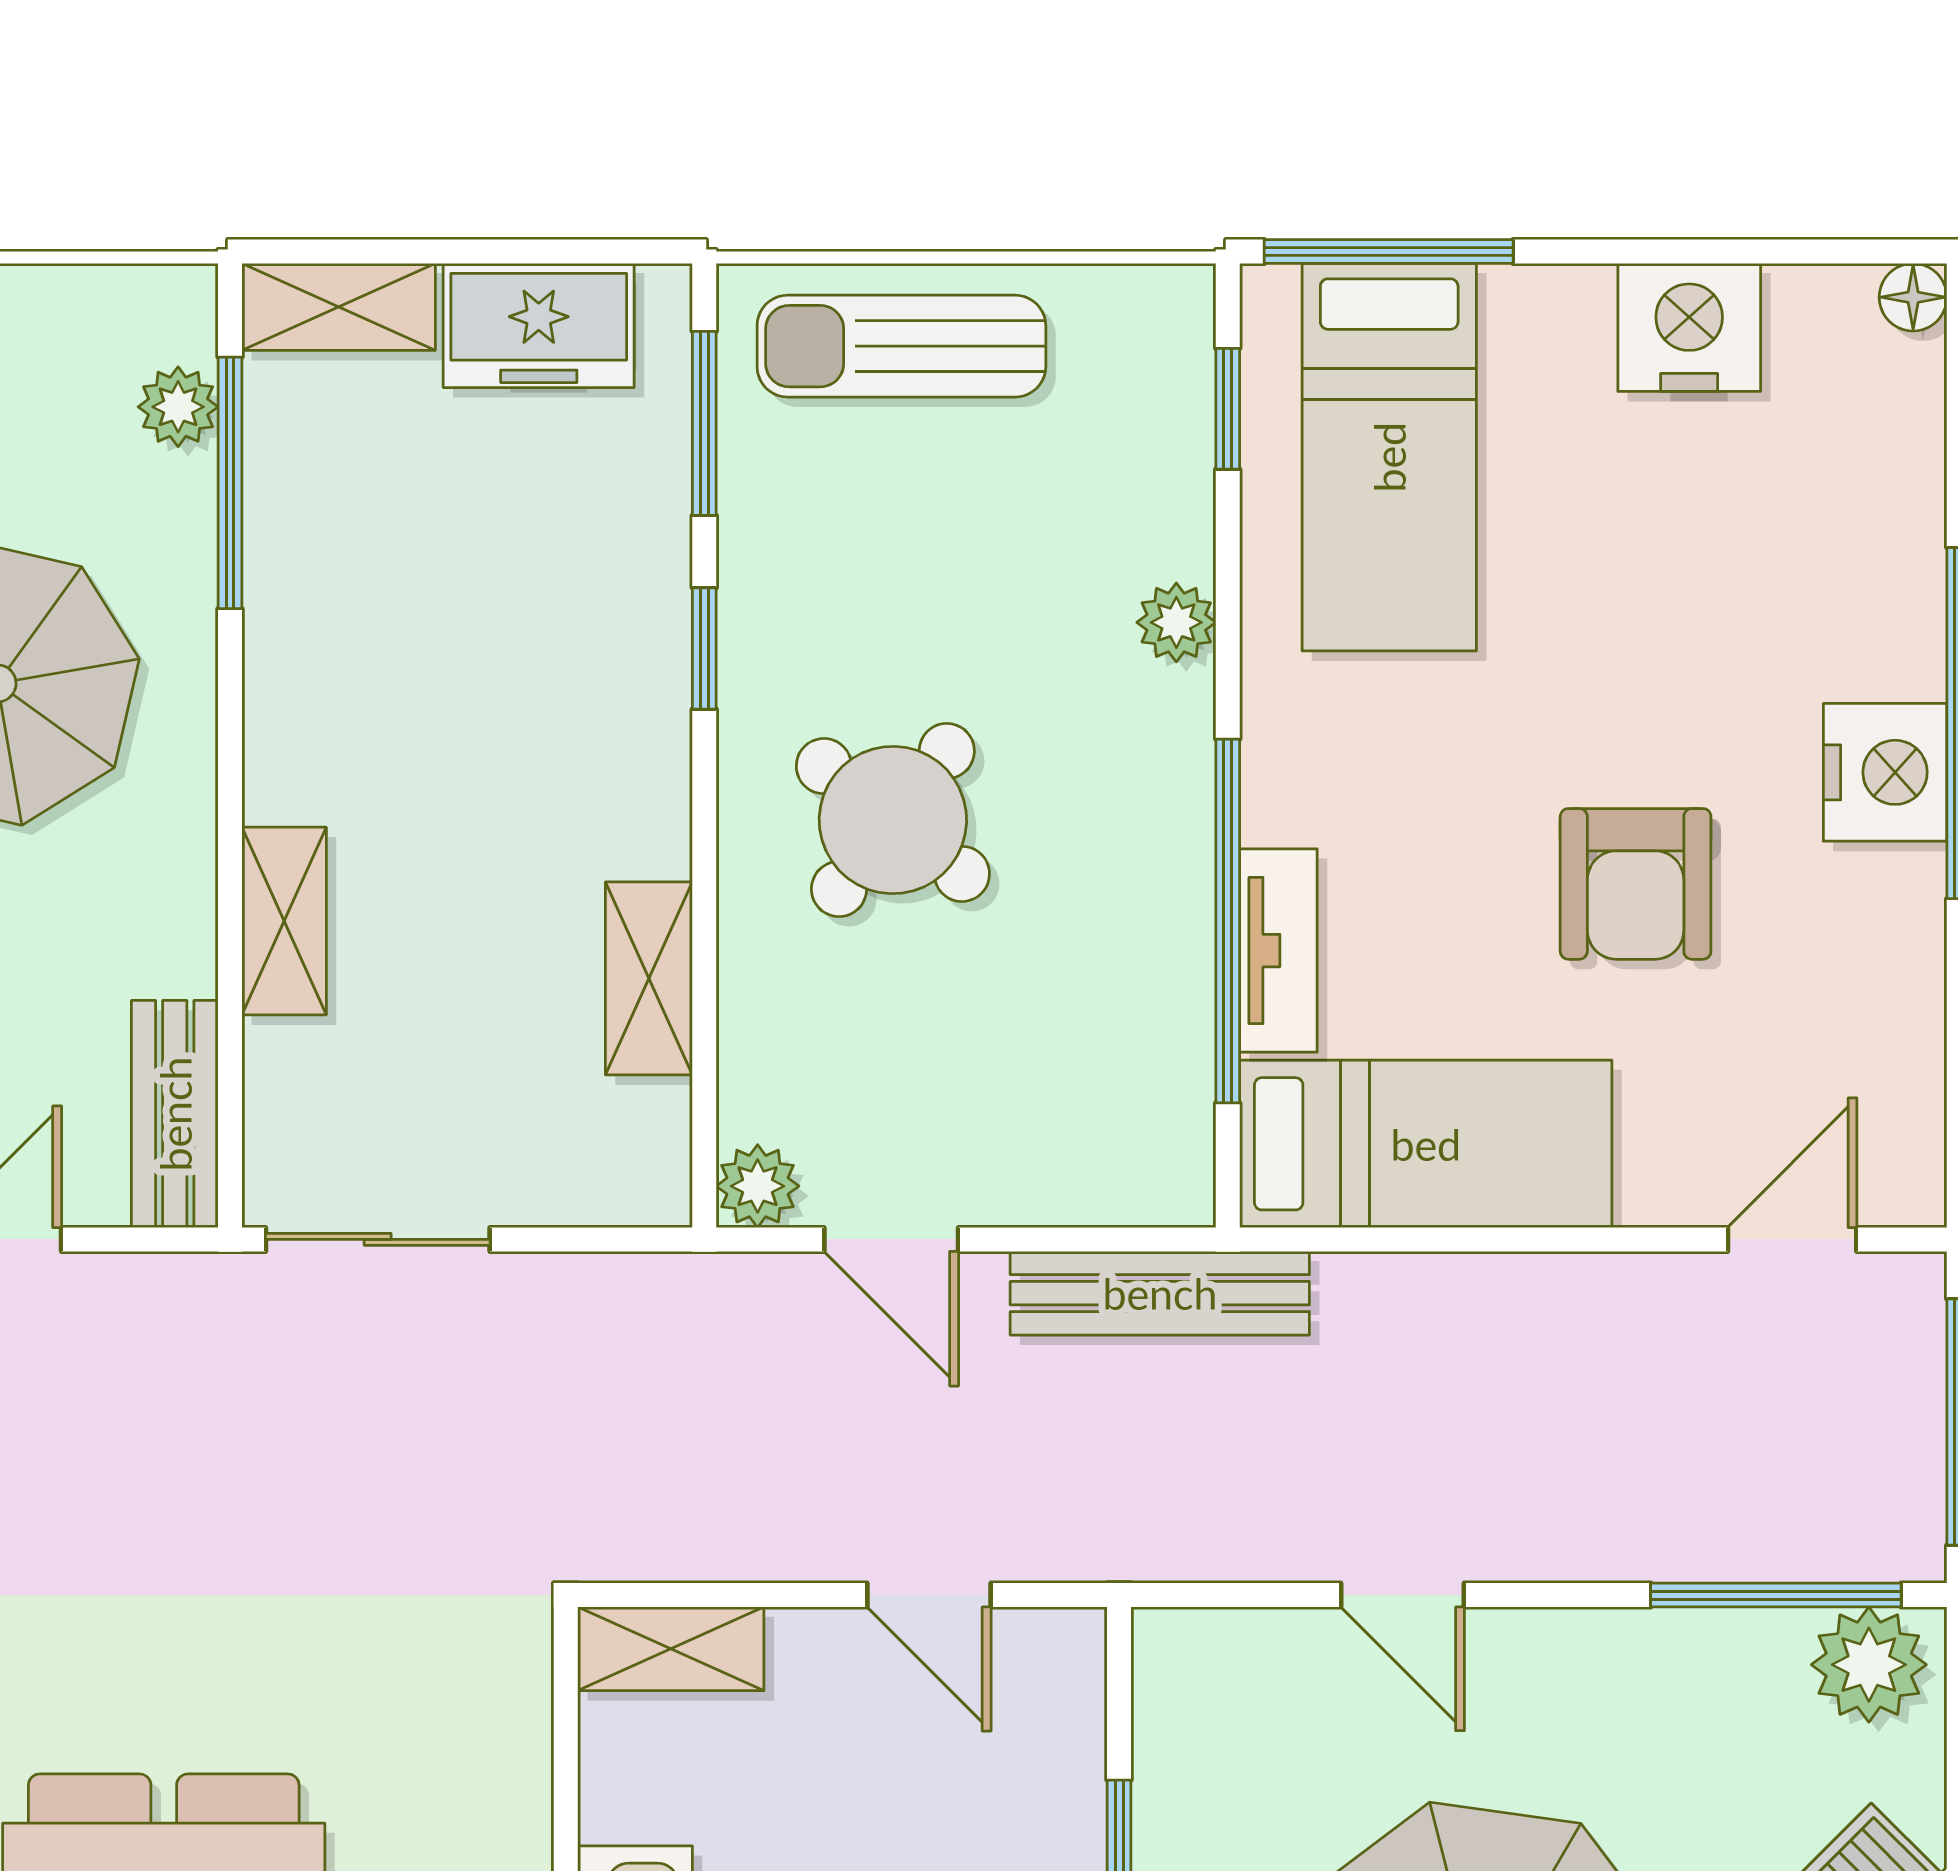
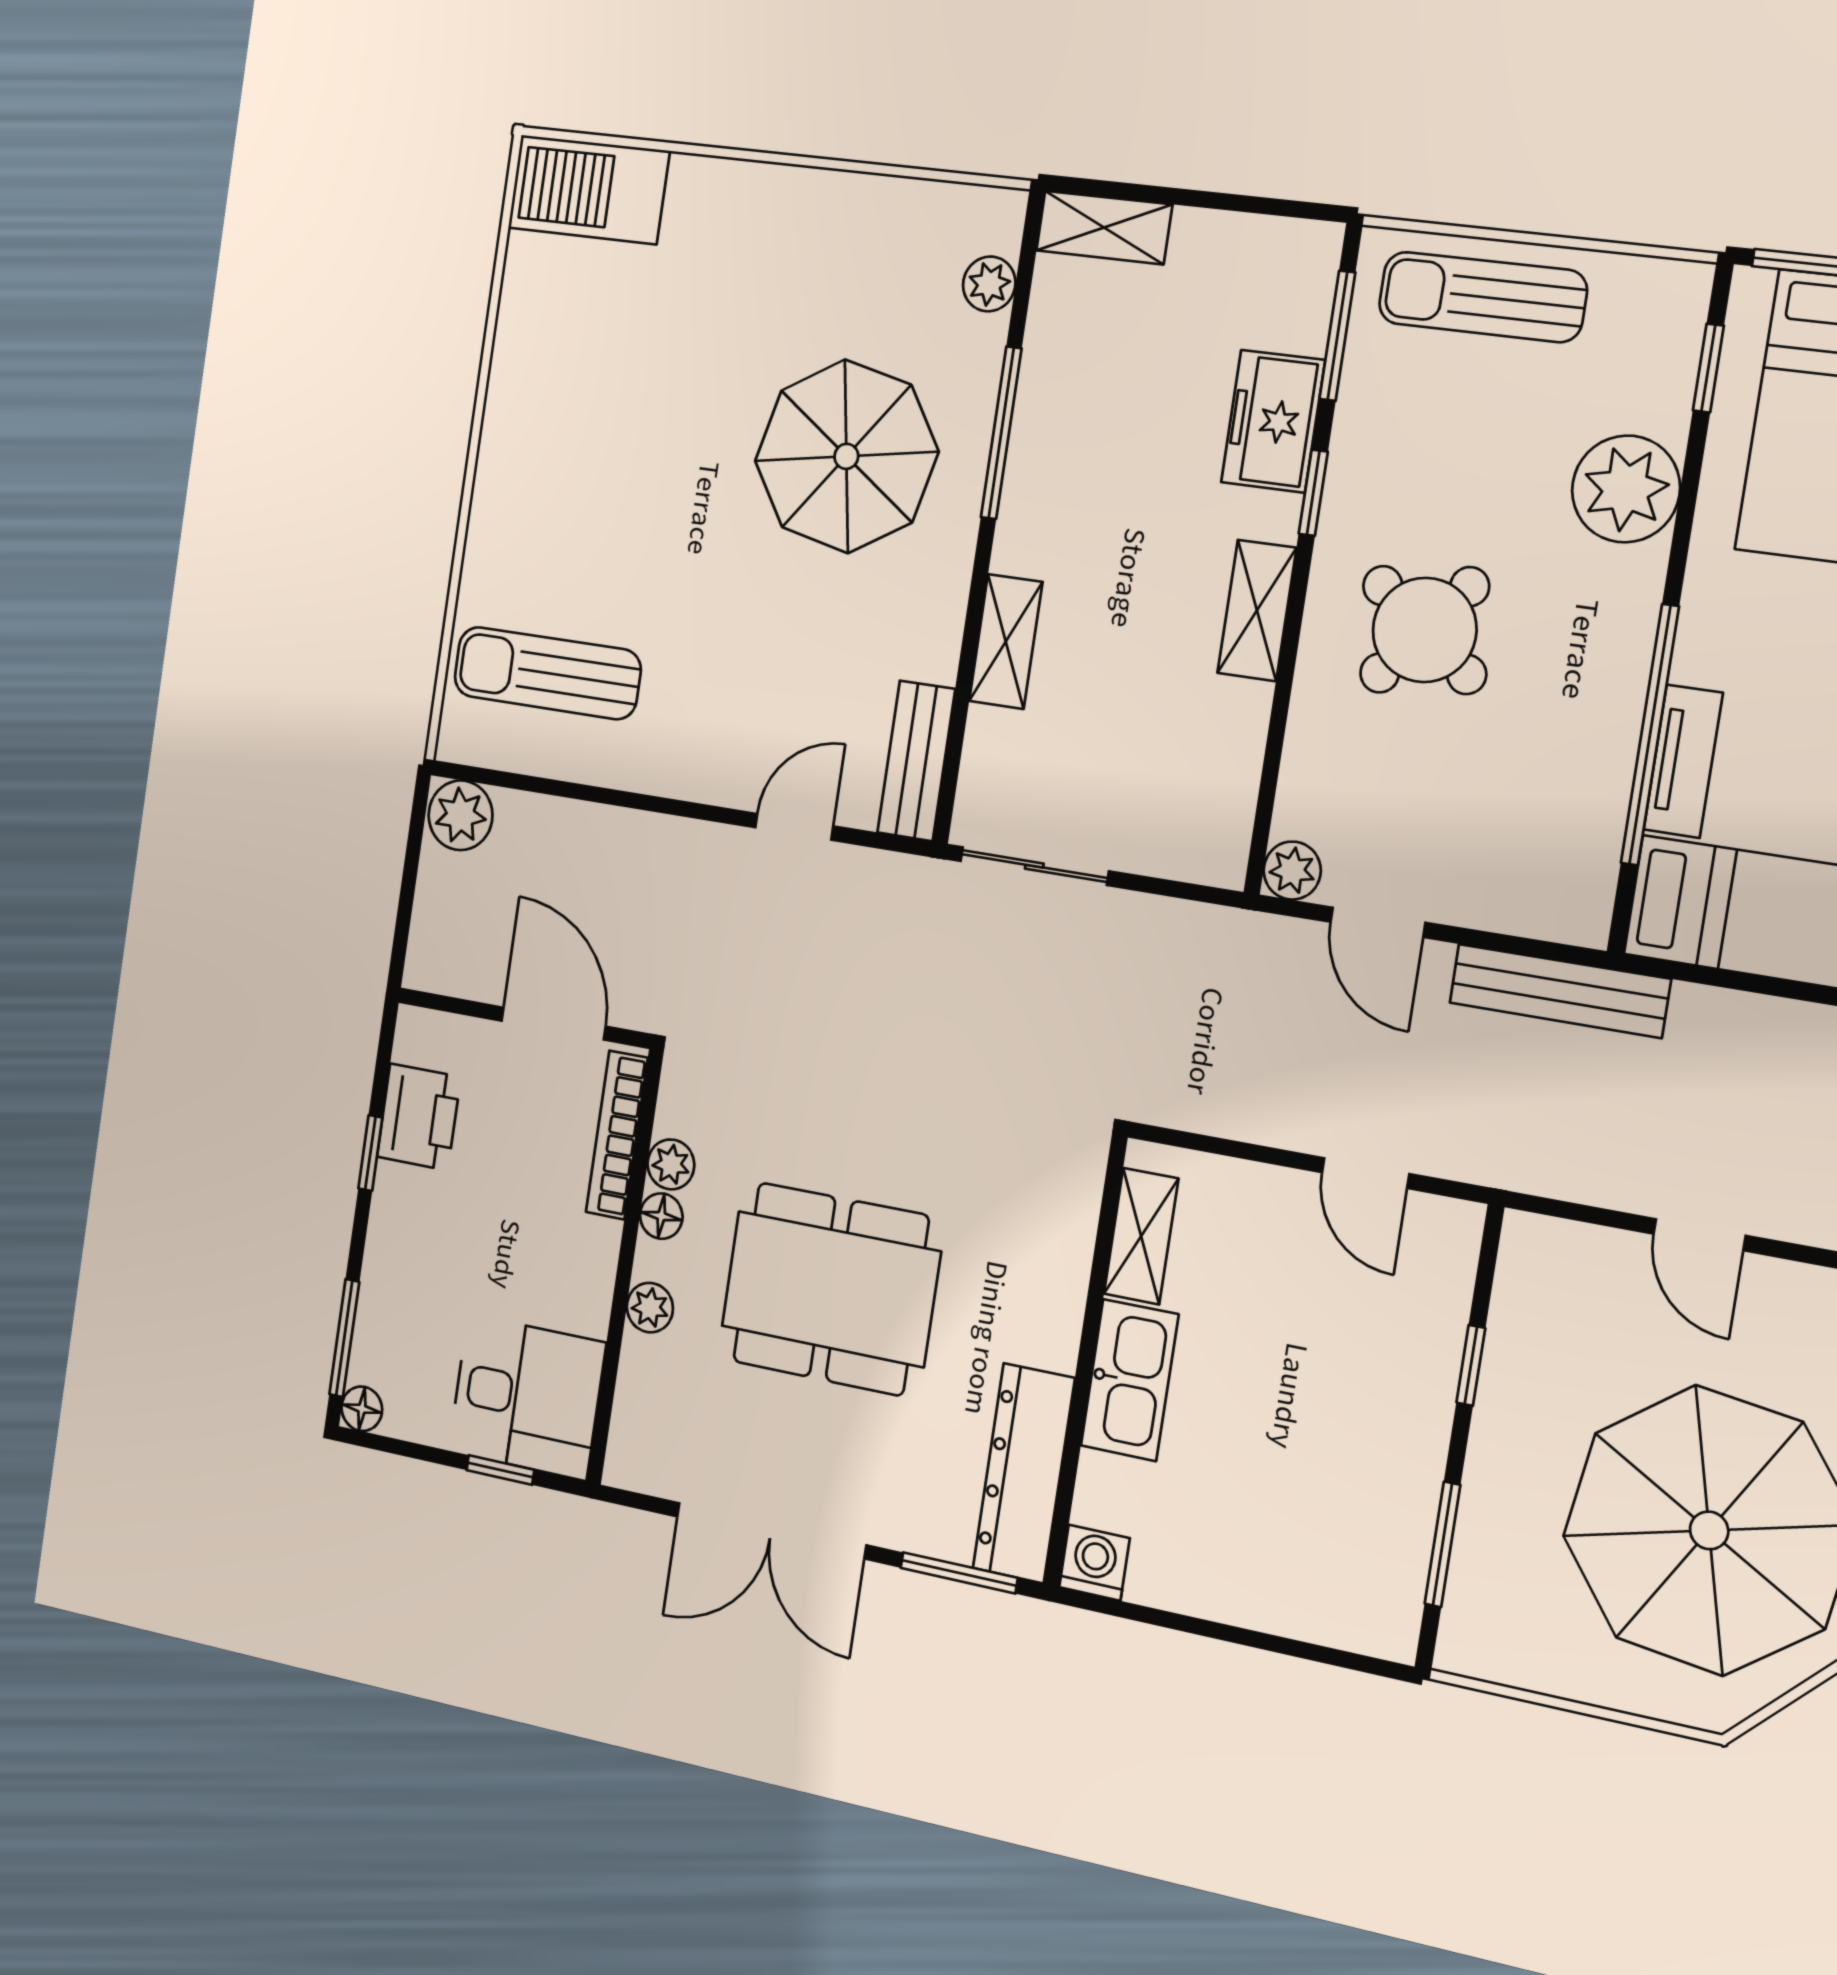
freezer: (539, 325) -> (1273, 421), moved, turned 90
window: (230, 483) -> (1001, 433), moved
plant: (1176, 622) -> (1626, 489), width x1.87, depth x1.87
shelving: (649, 978) -> (1257, 610), moved
shelving: (671, 1649) -> (1141, 1236), moved, turned 90

